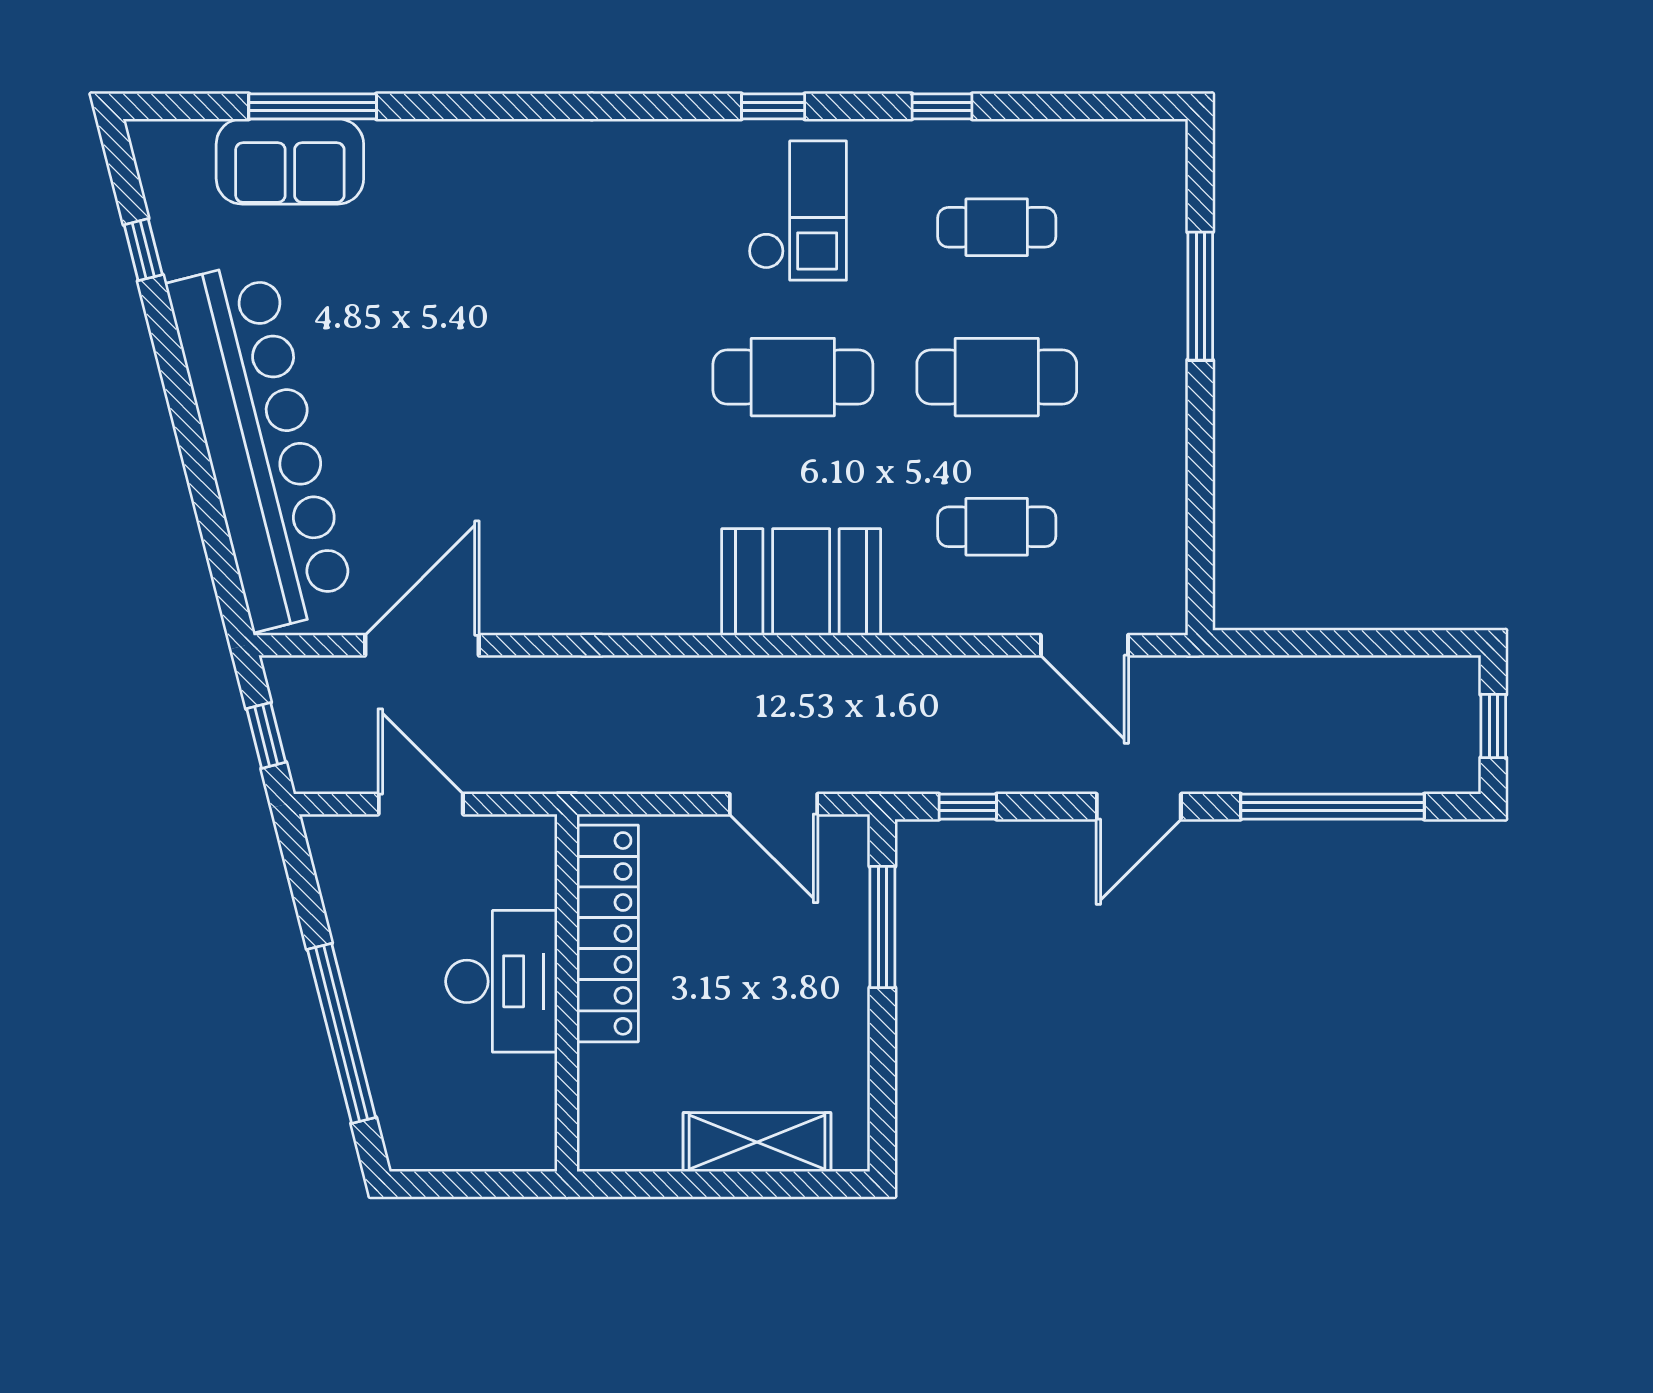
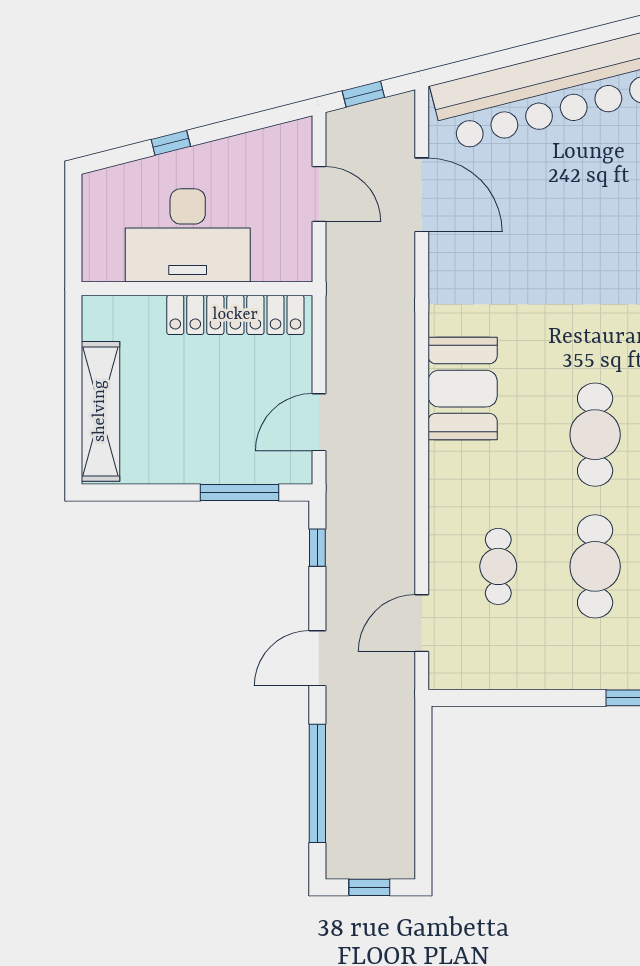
booth: (801, 582) -> (463, 389), moved
door: (421, 804) -> (319, 194), hinge flipped
door: (1139, 807) -> (317, 658), hinge flipped
desk: (501, 981) -> (188, 235), width x1.36, depth x1.30
window: (342, 1033) -> (171, 143), width x0.32
shelving: (757, 1142) -> (100, 411), width x1.47

